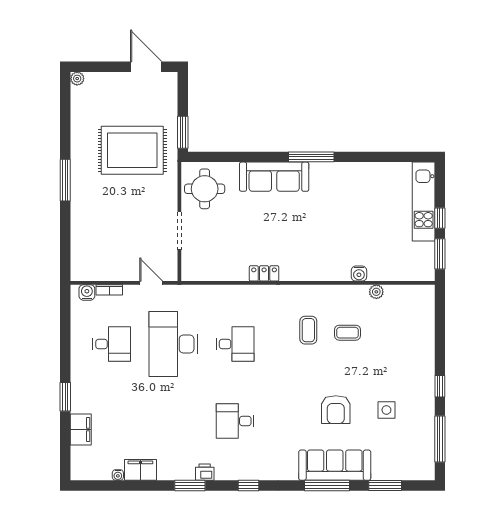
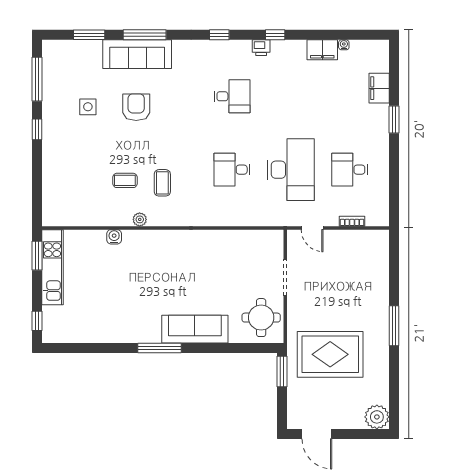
plant: (77, 79) -> (377, 417), width x1.87, depth x1.87
kitchen unit: (424, 202) -> (52, 267), moved
window: (440, 218) -> (37, 321), moved
locker: (264, 273) -> (205, 237), removed
water cooler: (87, 292) -> (373, 219), removed
plant: (376, 292) -> (140, 219), moved
window: (190, 486) -> (275, 35), width x0.67

